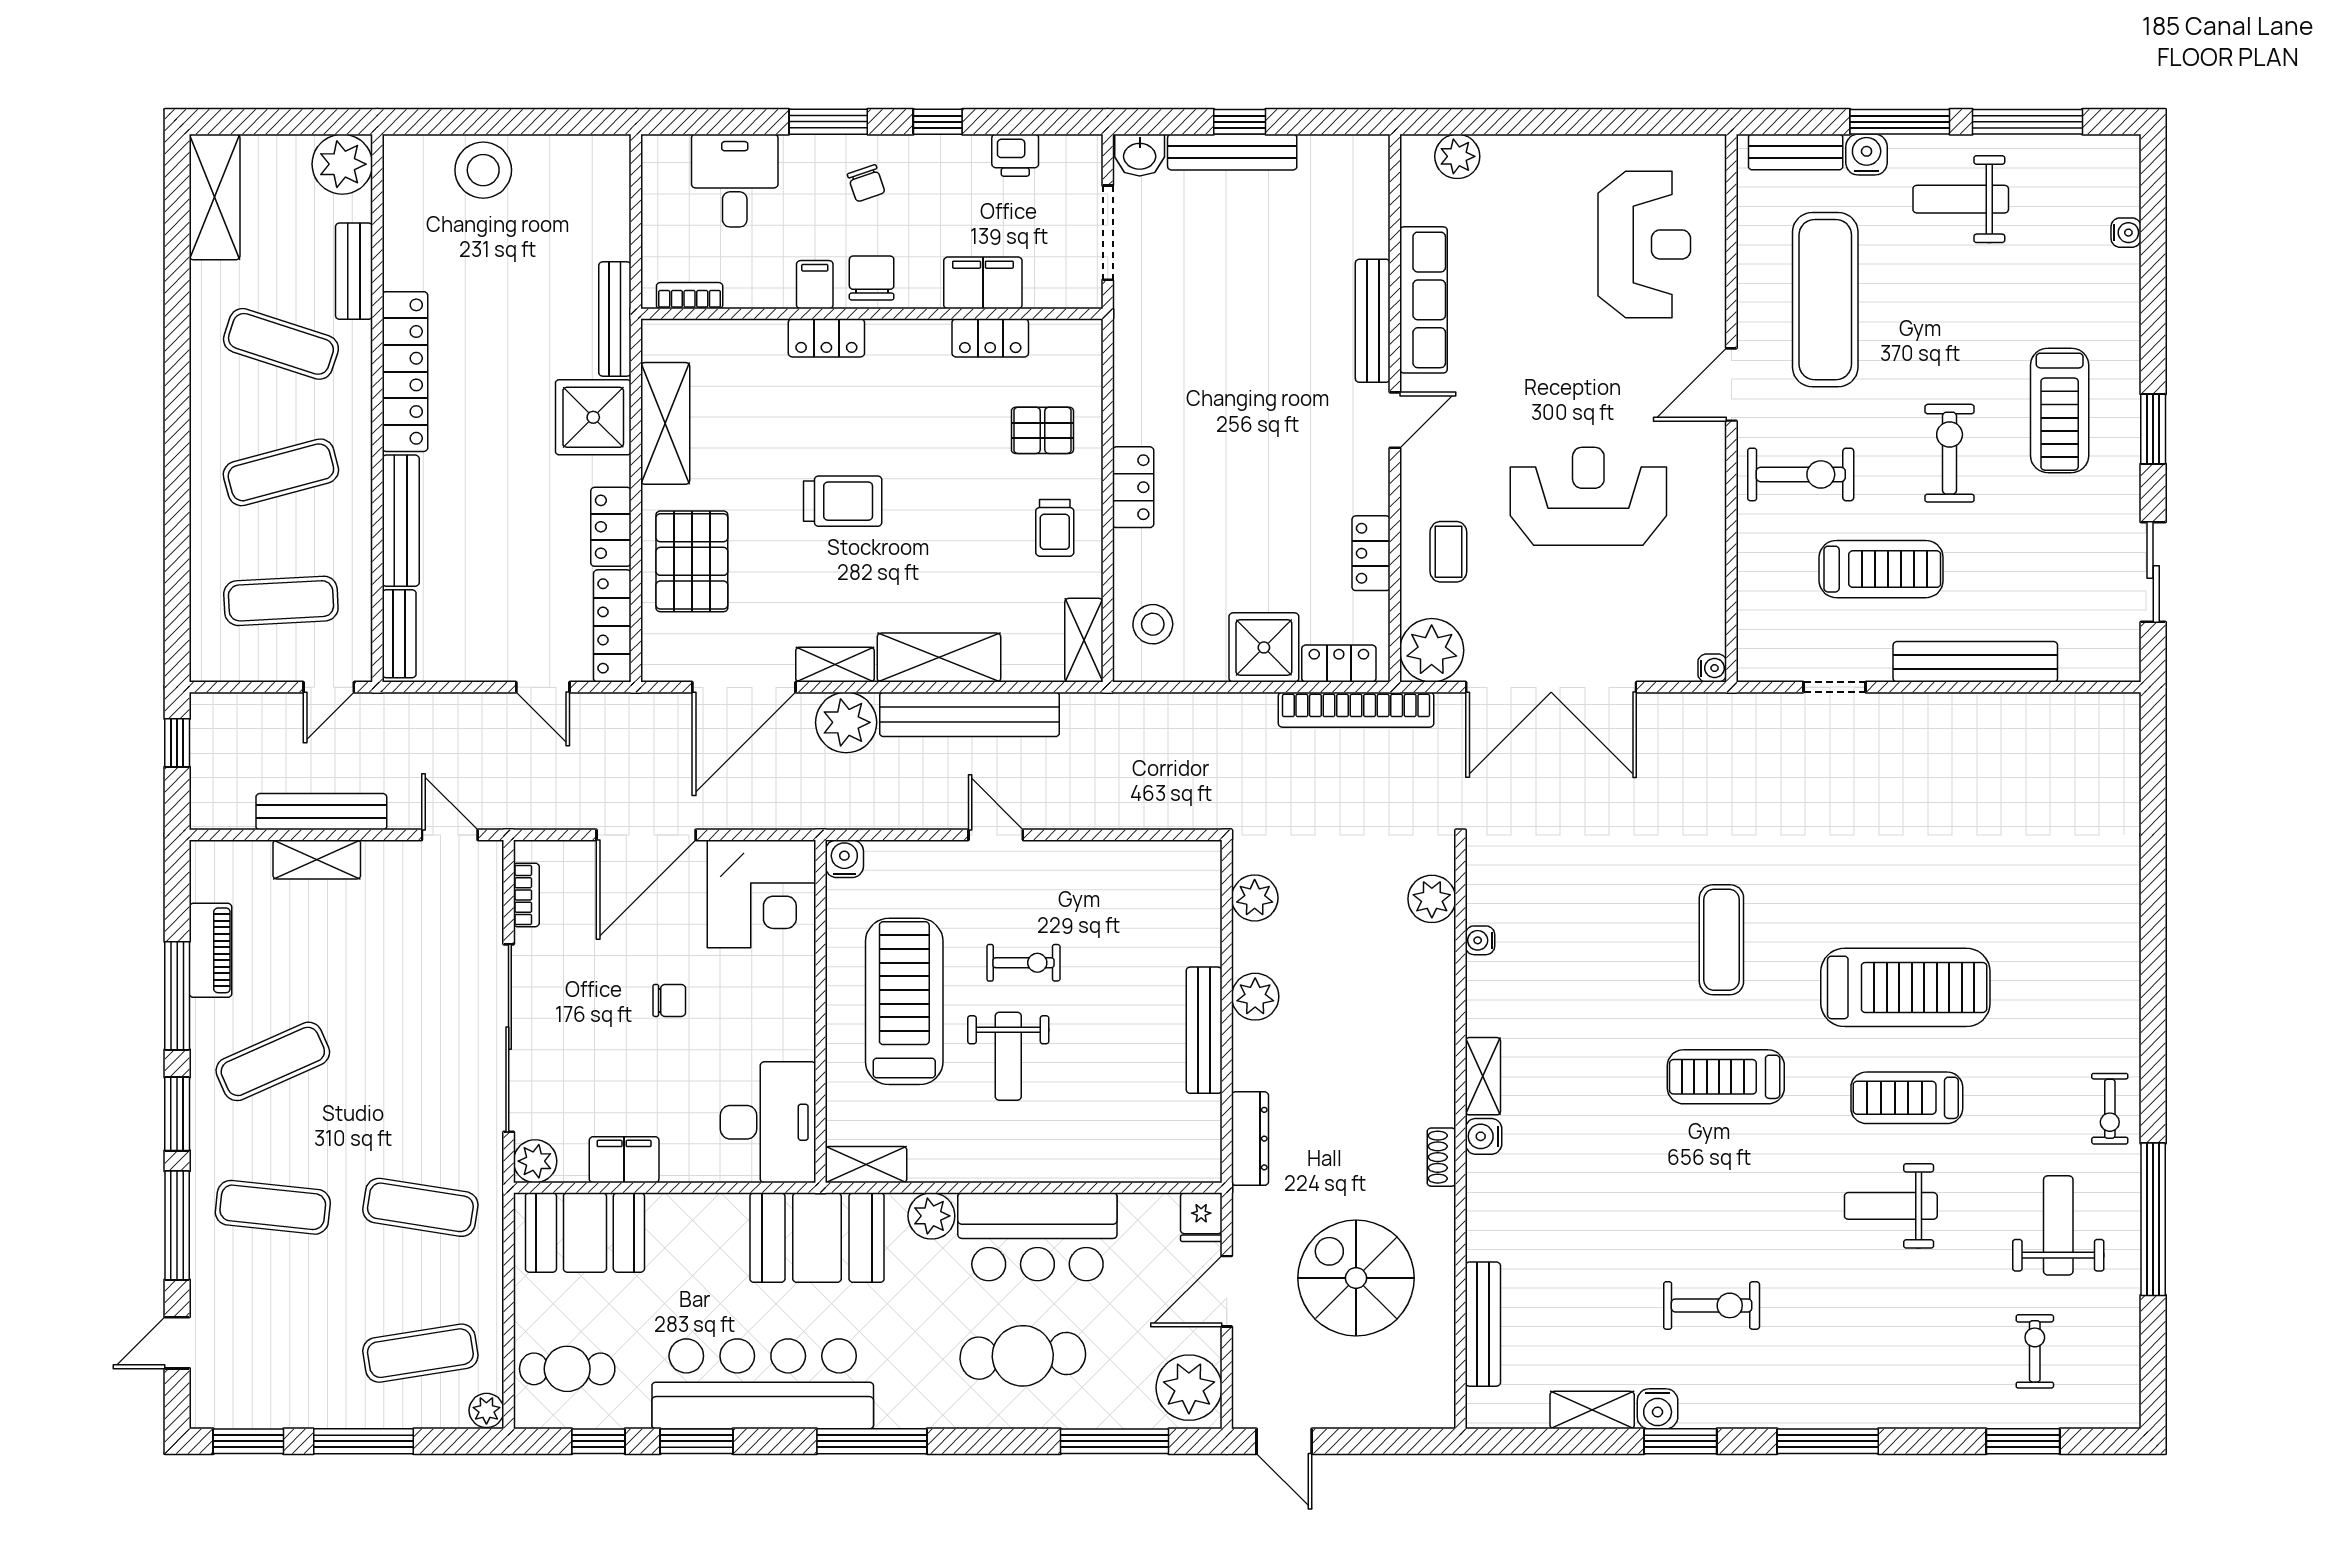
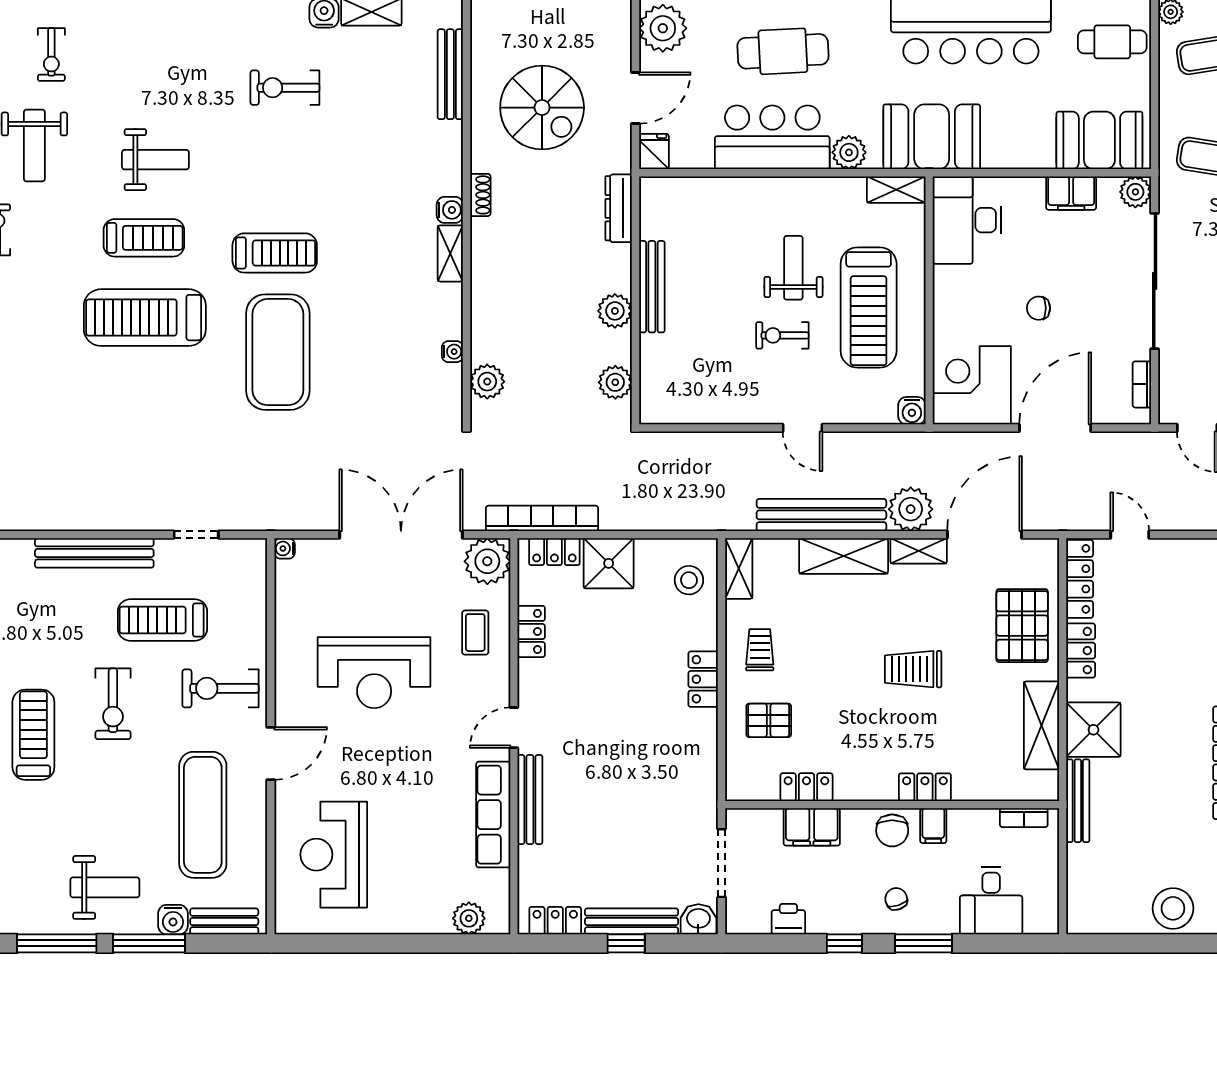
locker: (1338, 153) -> (555, 921), added
exercise mat: (1721, 940) -> (278, 352), width x2.00, depth x1.45

